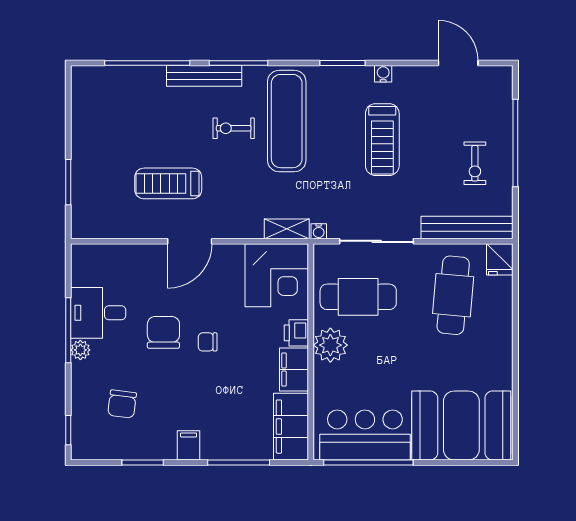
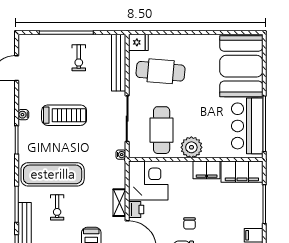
exercise bike: (475, 163) -> (79, 58), turned 90
shelving: (287, 229) -> (119, 203), moved
printer: (296, 333) -> (136, 209), moved, turned -90

